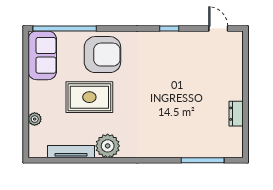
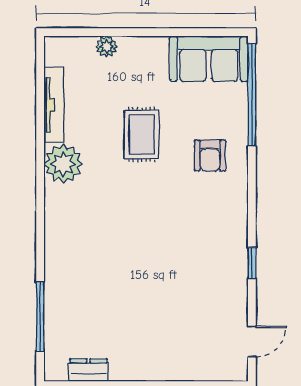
armchair: (102, 55) -> (210, 155), width x0.53, depth x0.53
rug: (89, 97) -> (142, 134), width x0.73, depth x0.70
dresser: (236, 114) -> (88, 370), moved

